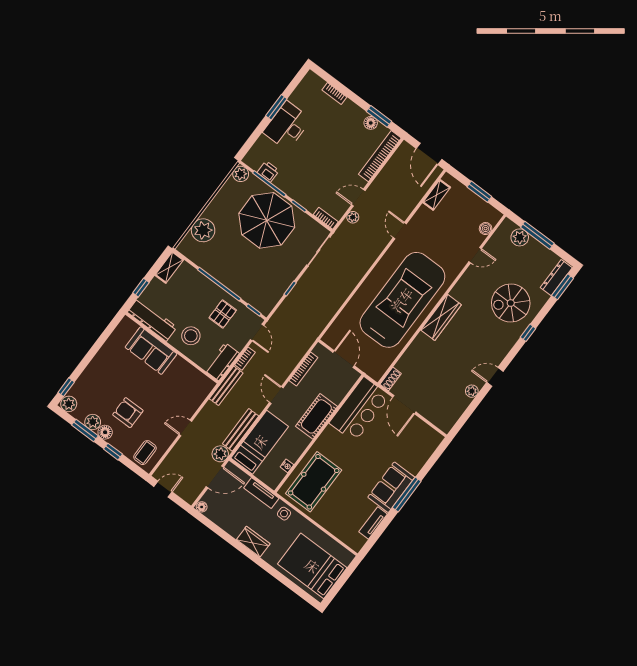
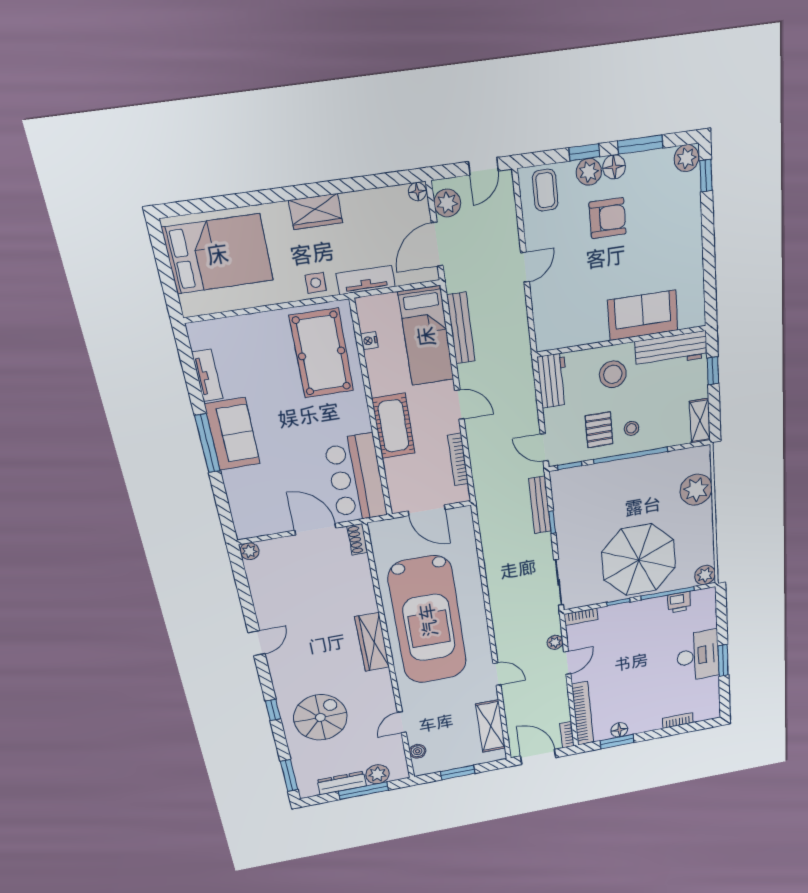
shelving: (437, 195) -> (491, 726), width x1.50, depth x1.33
dresser: (556, 278) -> (342, 783), moved, turned -90
stool: (206, 298) -> (631, 428), added
bookcase: (245, 359) -> (567, 735), moved
bench: (226, 386) -> (540, 505), moved
plant: (472, 391) -> (249, 551), moved
plant: (93, 422) -> (589, 172), moved
plant: (220, 454) -> (447, 203), moved

